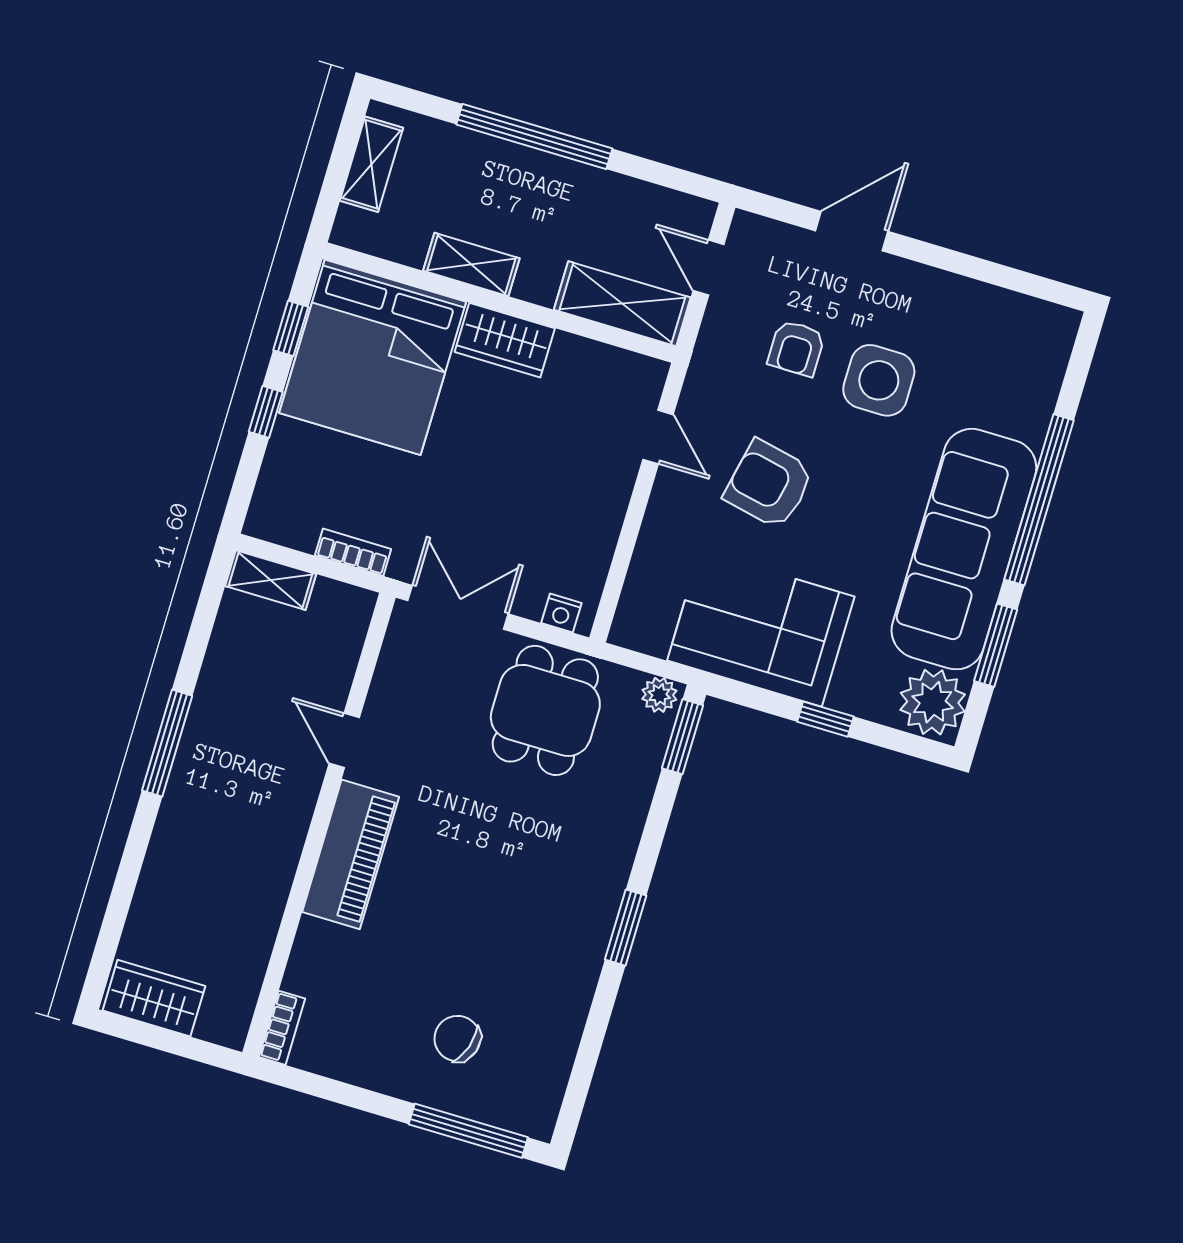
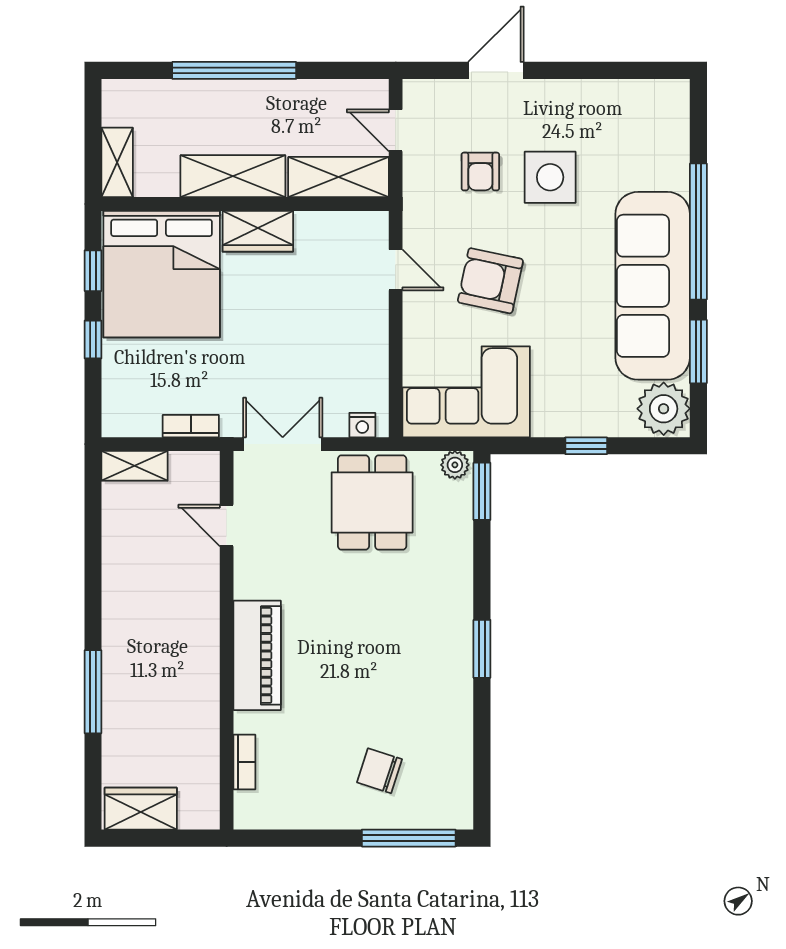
shelving: (371, 164) -> (117, 162), moved
shelving: (471, 264) -> (233, 176), width x1.50, depth x1.33
corner sofa: (761, 629) -> (466, 392), moved
door: (344, 740) -> (227, 526), moved
window: (167, 743) -> (93, 692), moved
bookcase: (282, 1028) -> (244, 762), moved

